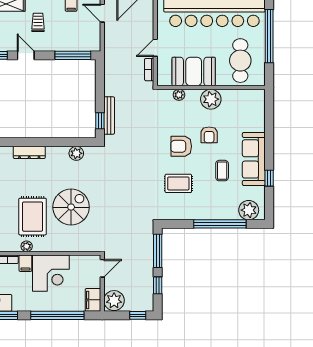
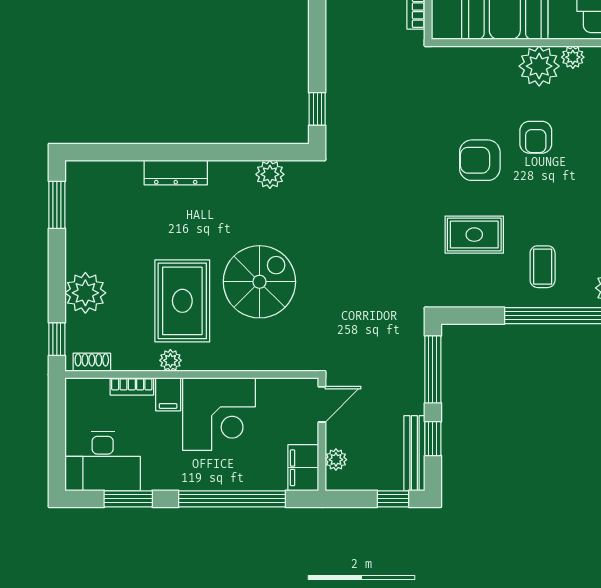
plant: (179, 95) -> (573, 57), moved
bench: (109, 116) -> (414, 453), moved
coffee table: (222, 171) -> (543, 267), moved
plant: (114, 301) -> (336, 460), width x0.53, depth x0.53

